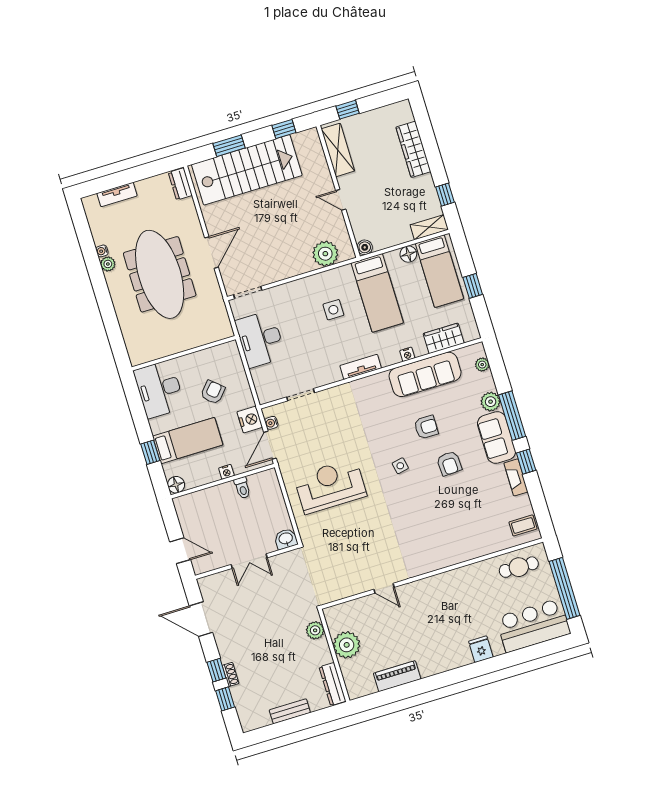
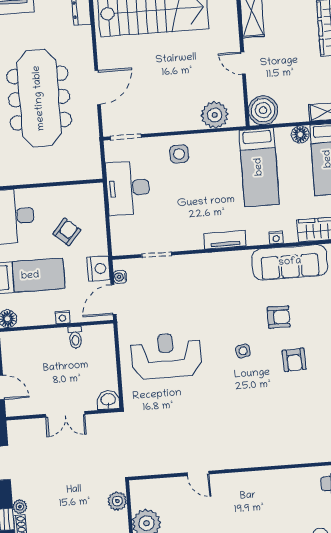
boiler: (365, 247) -> (263, 110), width x1.86, depth x1.86
side table: (333, 310) -> (179, 154), moved
plant: (226, 656) -> (20, 507), added

